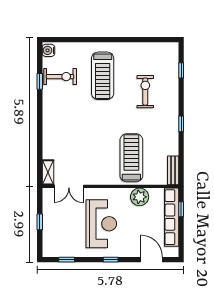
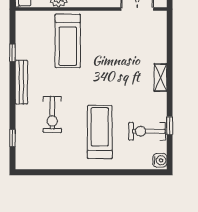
window: (181, 124) -> (12, 53), moved
bench: (173, 170) -> (21, 82), moved, width x1.36
shelving: (48, 172) -> (161, 77), moved

